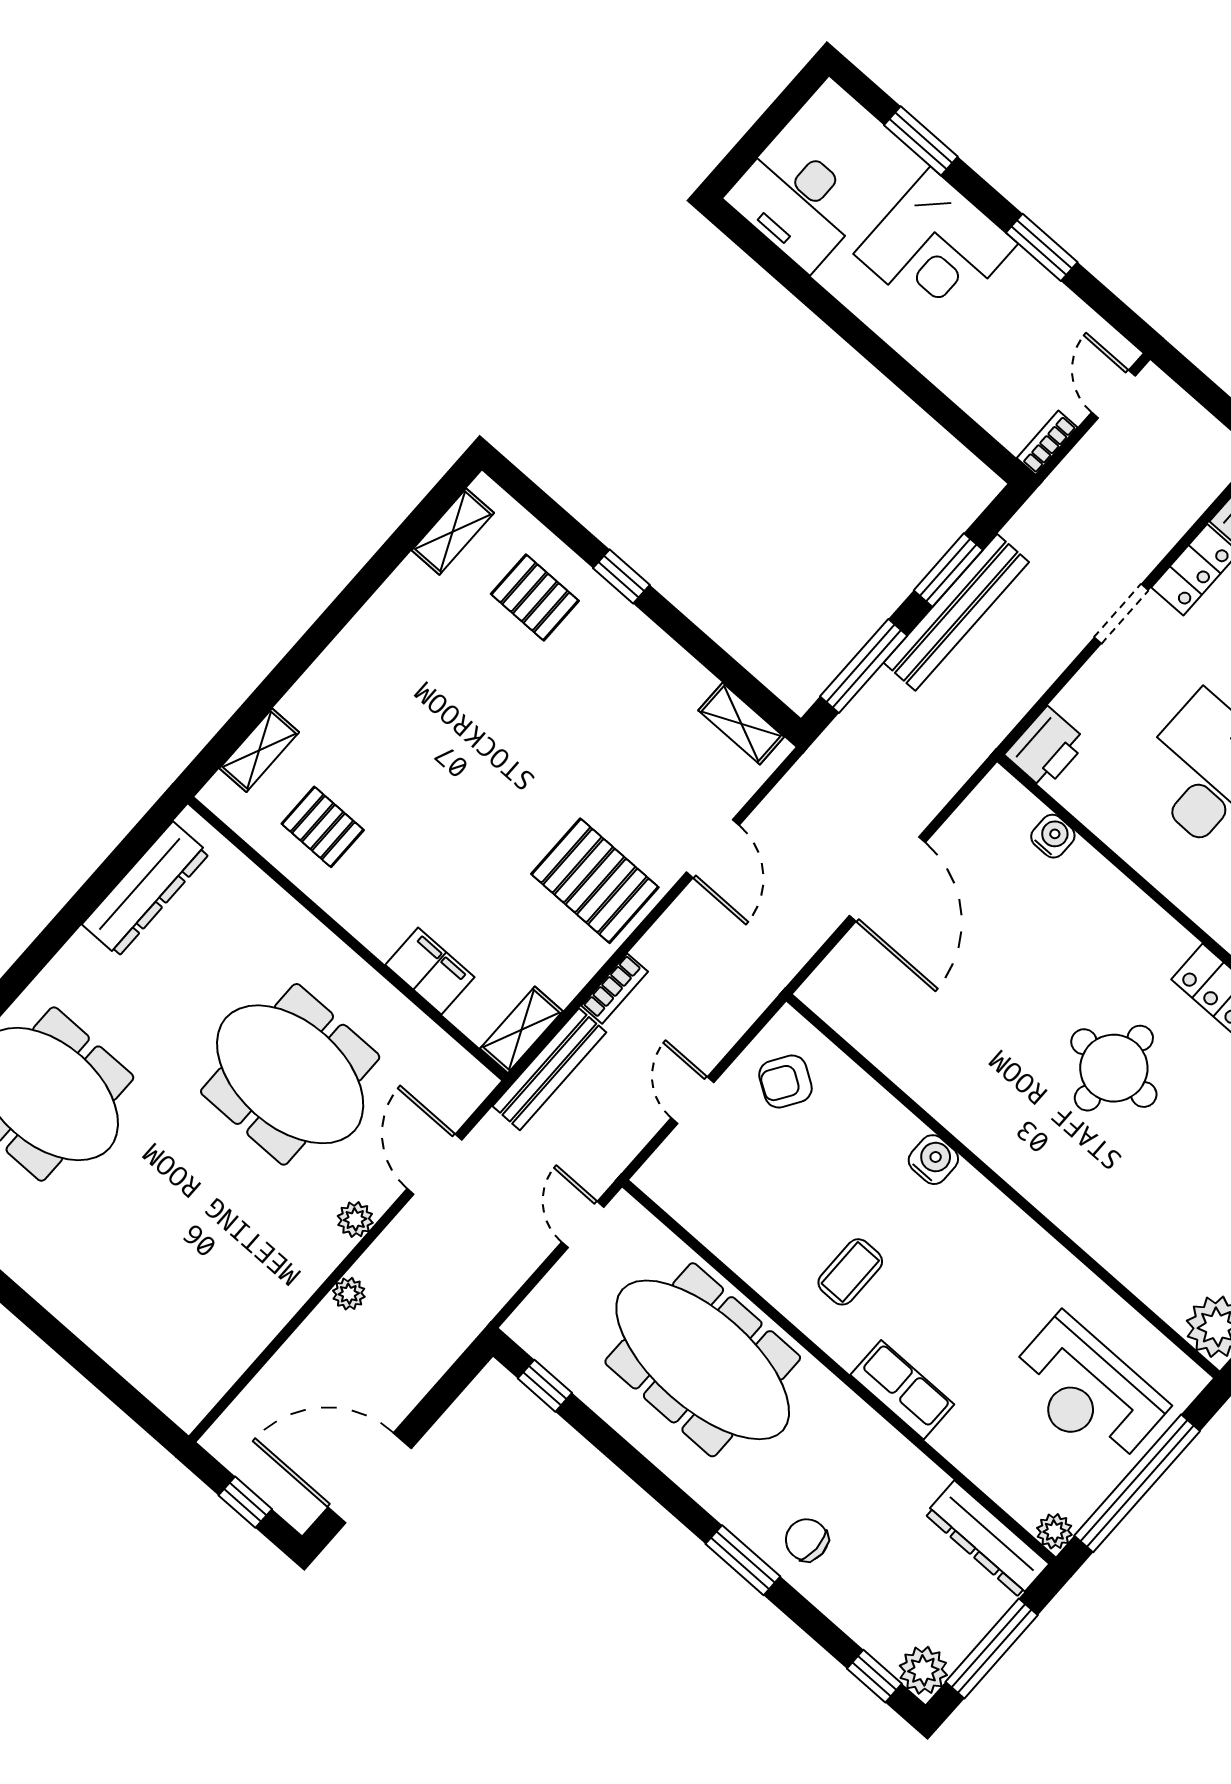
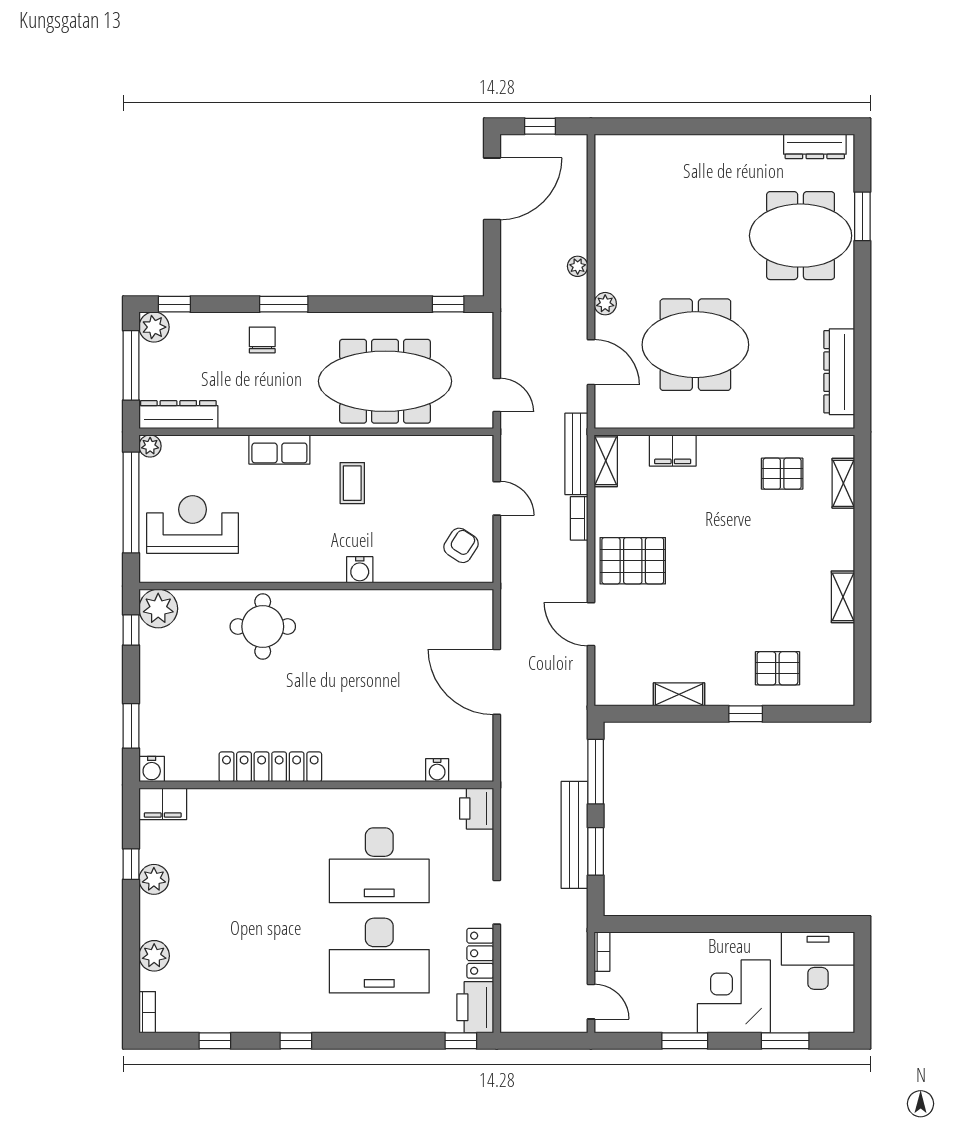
shelving: (453, 532) -> (843, 597), moved
shelving: (741, 724) -> (679, 694), moved
round table: (1114, 1068) -> (263, 627), moved
chair: (807, 1540) -> (262, 340), turned -90

